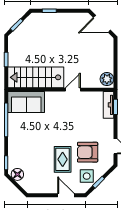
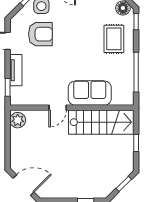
sofa: (26, 102) -> (90, 93), moved
tv unit: (109, 105) -> (16, 70), moved
rug: (63, 159) -> (114, 39), moved

